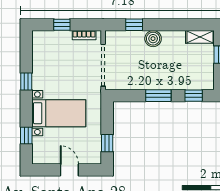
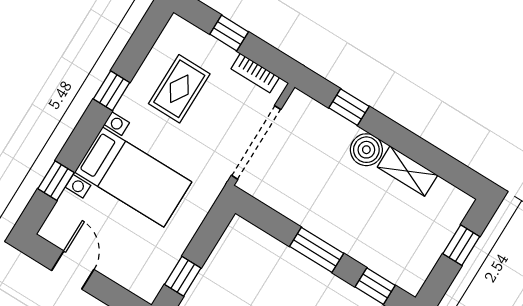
shelving: (200, 37) -> (407, 171), moved
rug: (55, 62) -> (179, 89), added
door: (69, 170) -> (73, 270), moved

